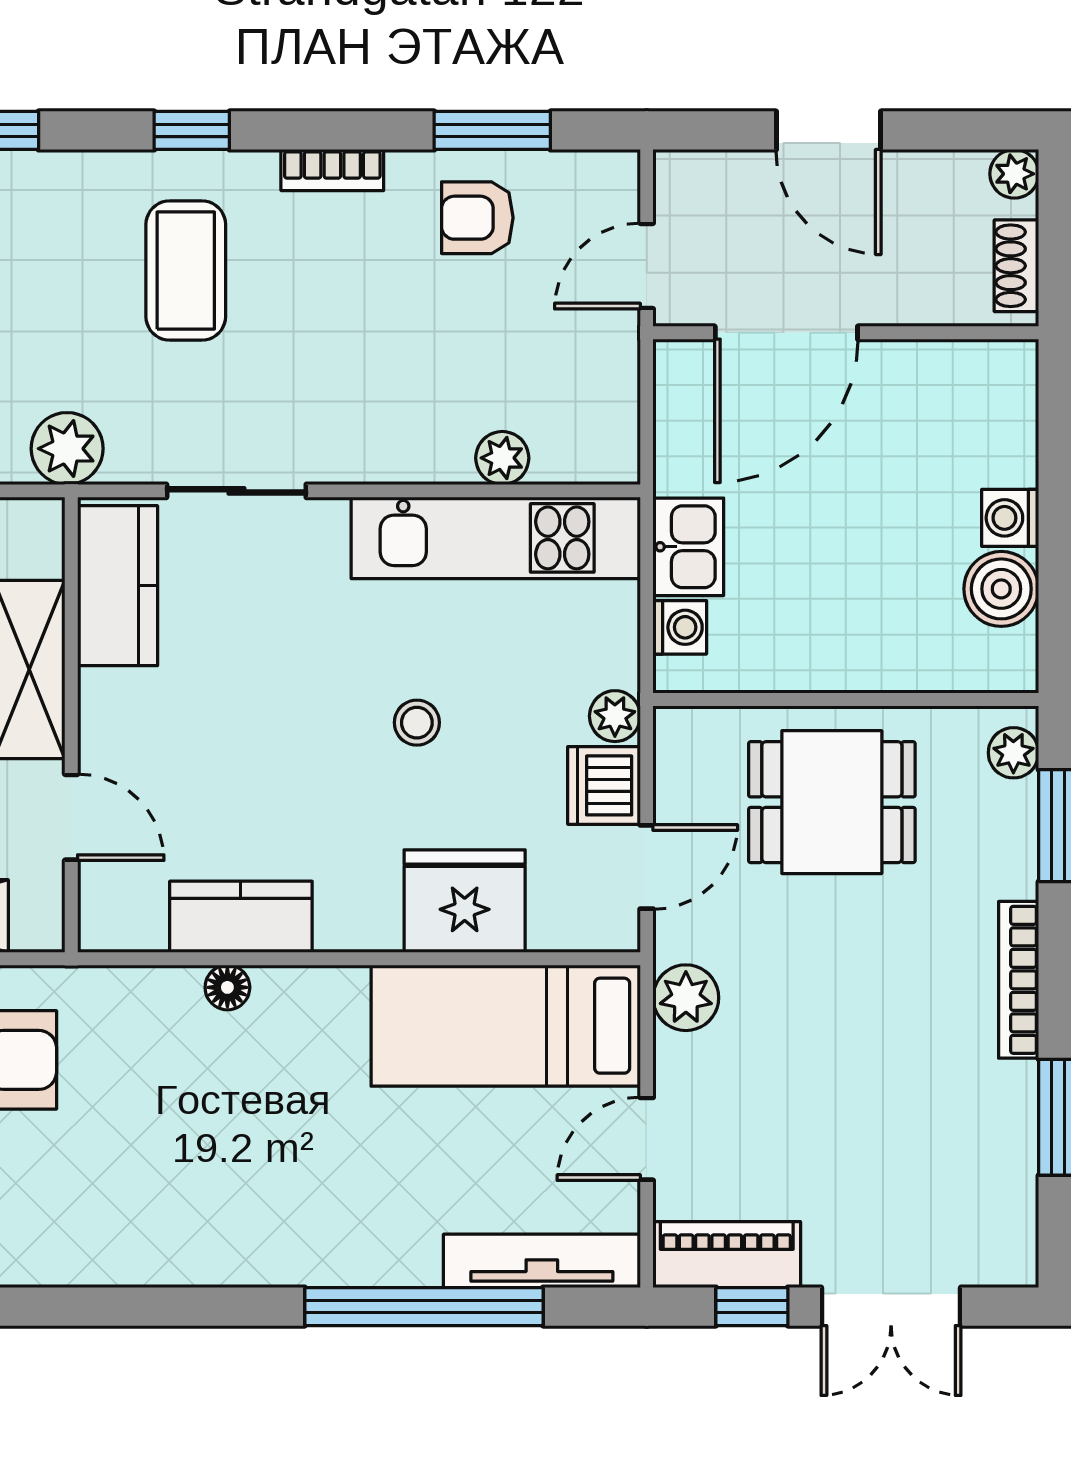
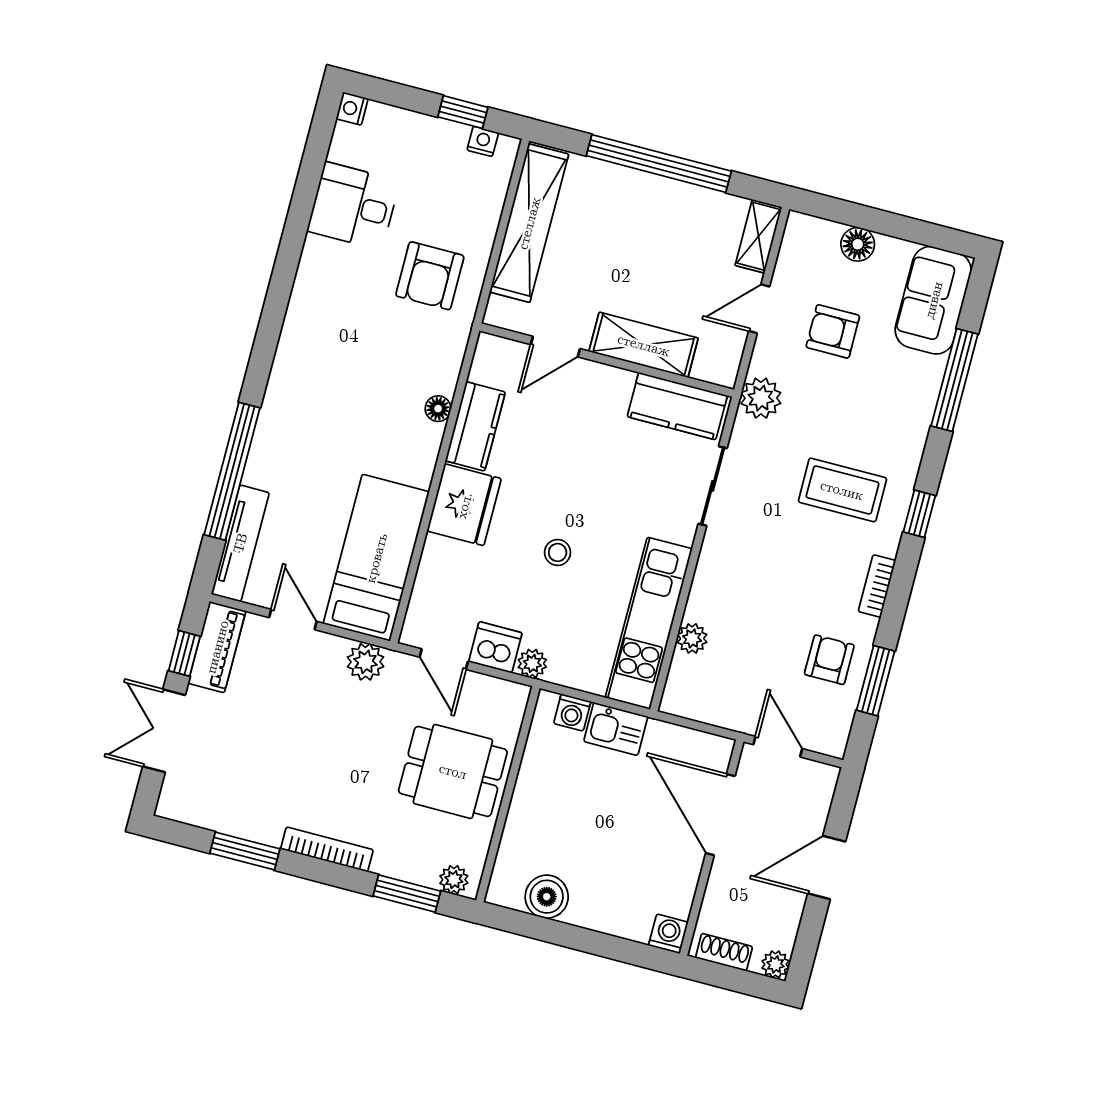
washing machine: (1010, 518) -> (668, 934), moved
dining table: (832, 802) -> (453, 771), turned 90
fridge: (465, 901) -> (464, 505), moved

